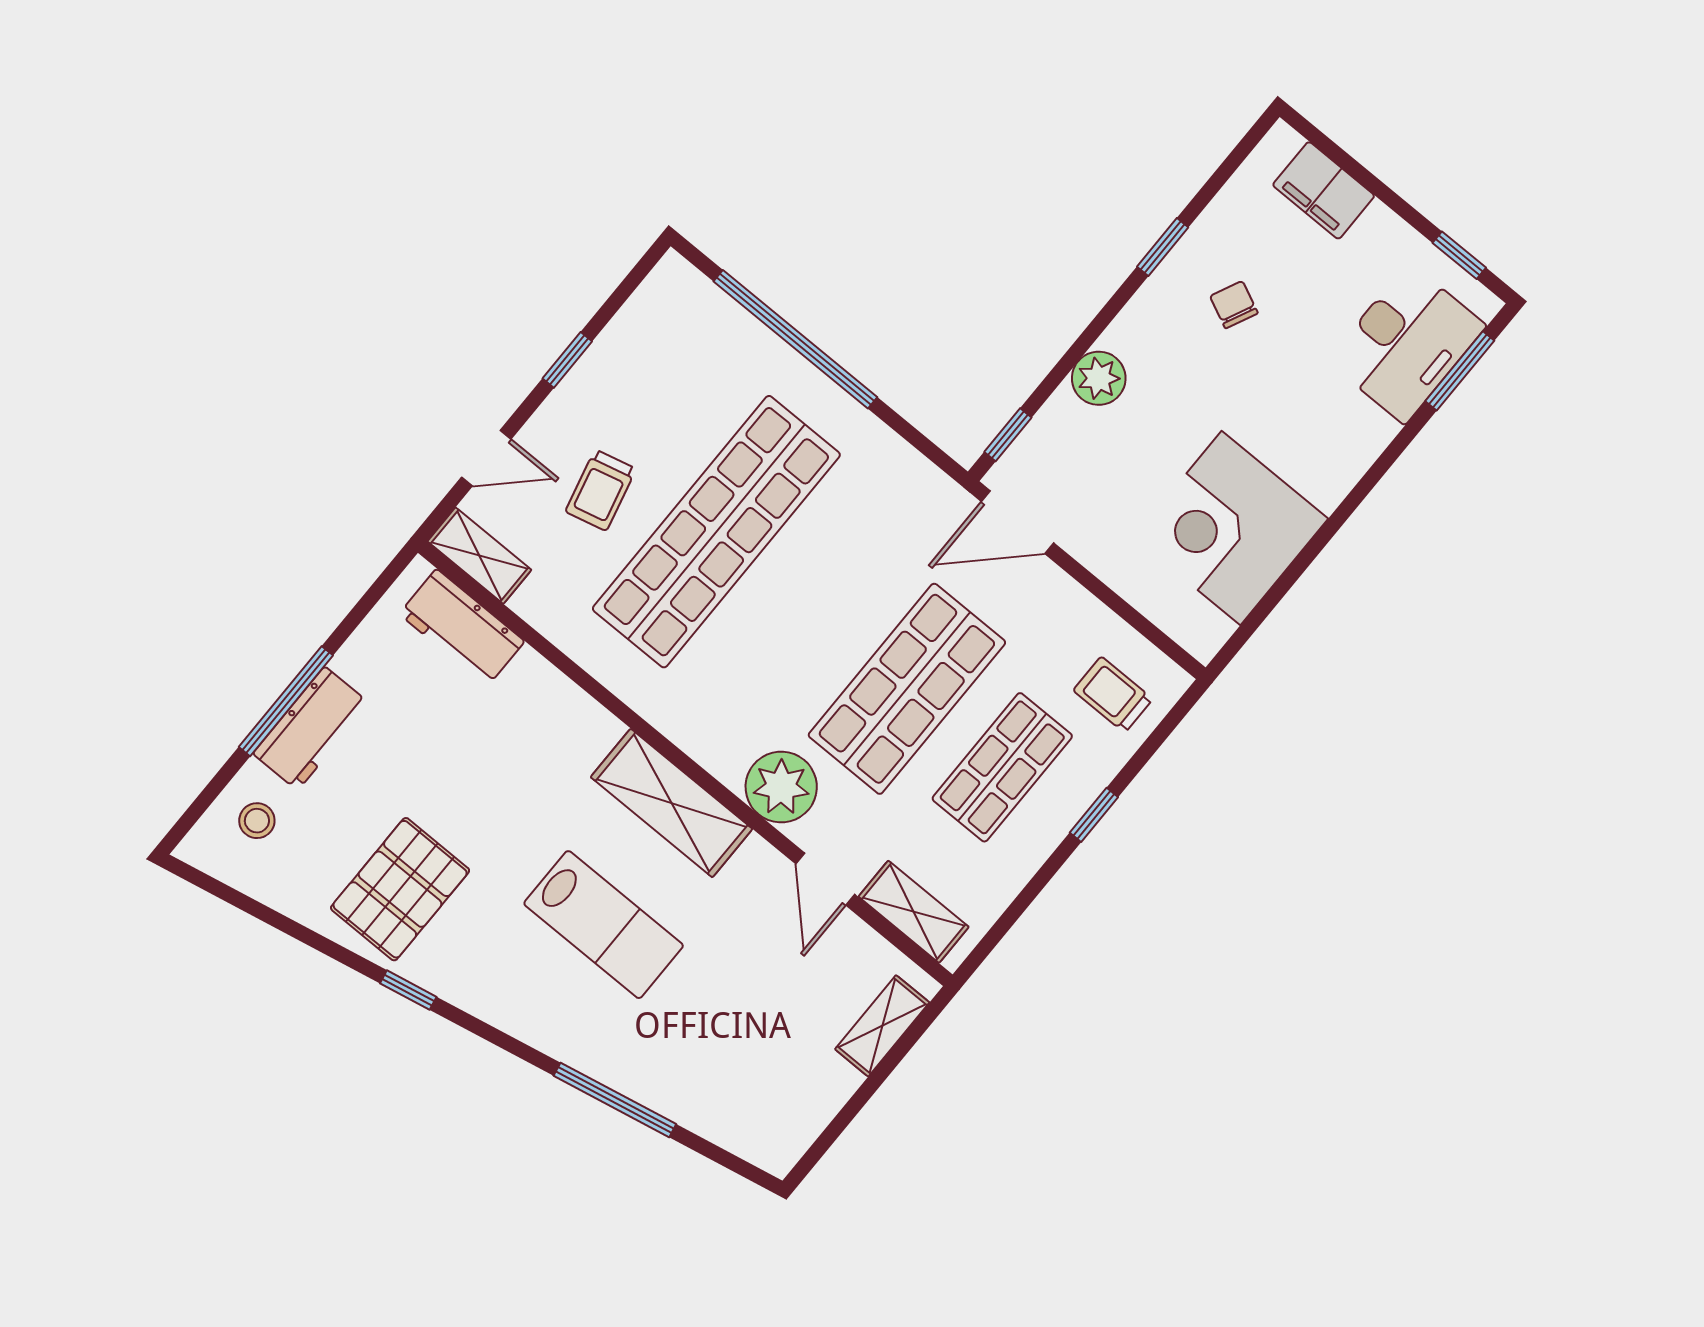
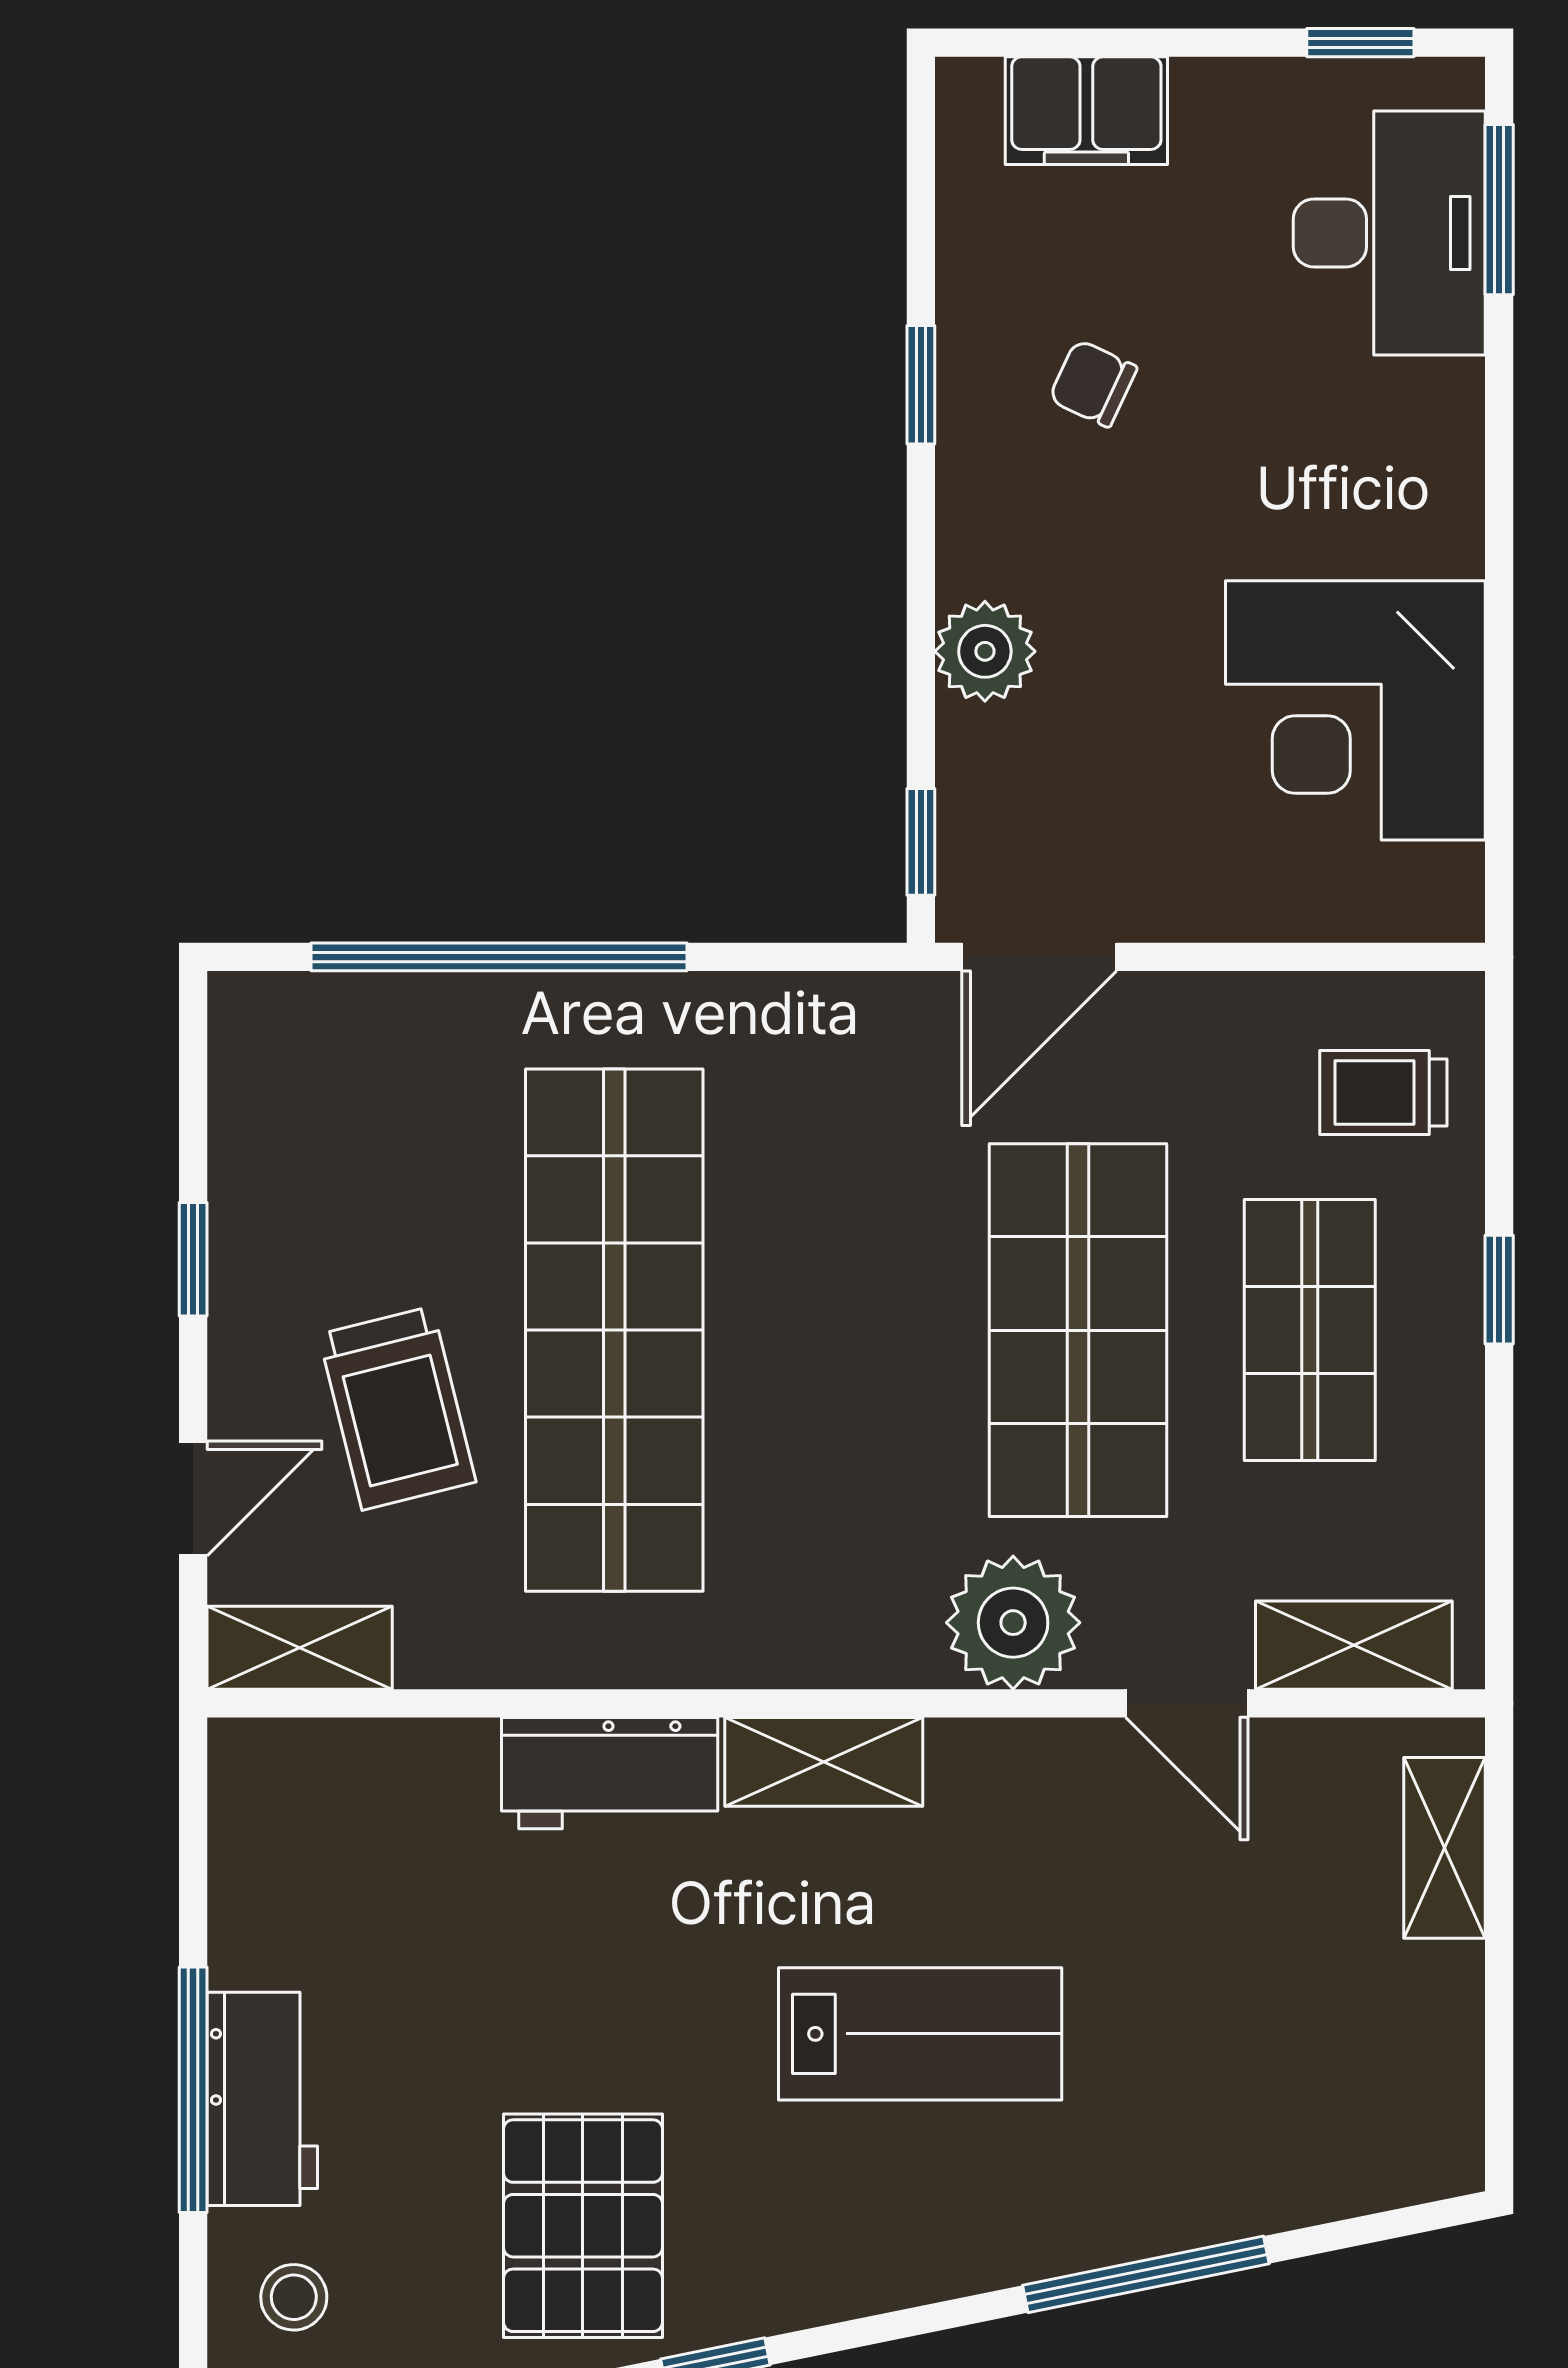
trolley: (601, 490) -> (397, 1408), width x1.36, depth x1.39
workbench: (462, 628) -> (610, 1773), moved
shelving: (672, 803) -> (824, 1762), width x0.67, depth x0.75

